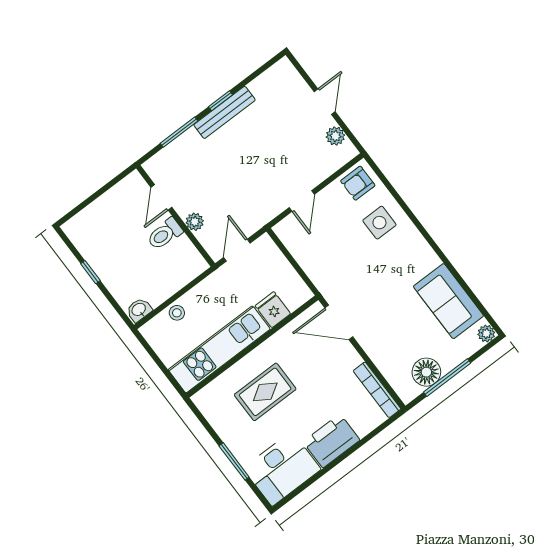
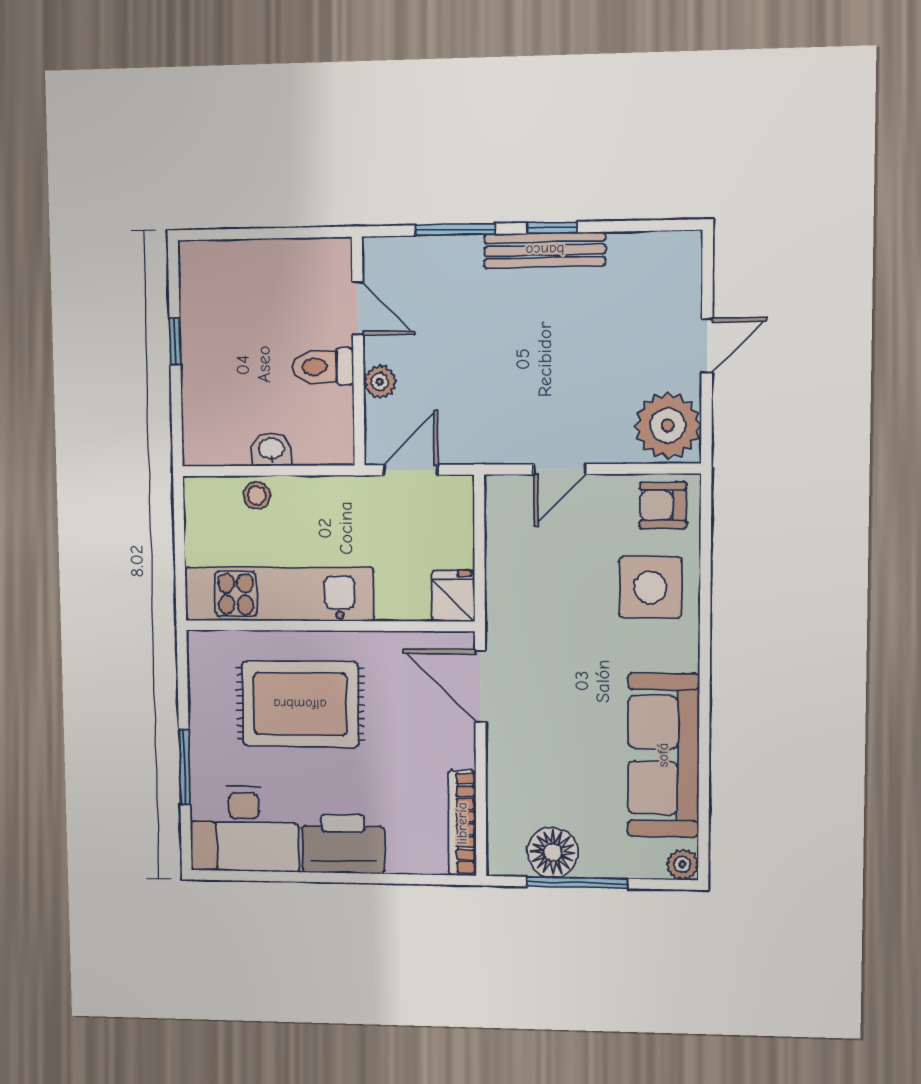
plant: (335, 136) -> (668, 426), width x1.88, depth x1.88
door: (161, 197) -> (358, 309), swing flipped
side table: (379, 223) -> (650, 587), width x1.37, depth x1.37
sofa: (448, 301) -> (663, 755), width x1.36
washbasin: (139, 310) -> (271, 449), moved
fridge: (273, 310) -> (453, 596), moved
rug: (265, 392) -> (300, 704), width x1.36, depth x1.43

